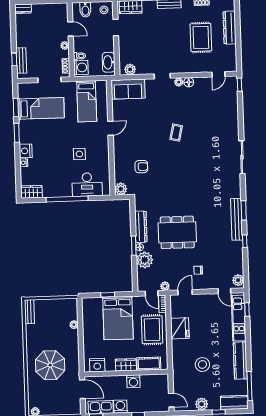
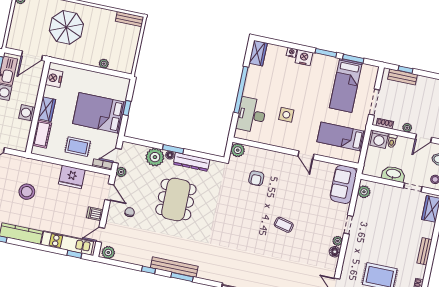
washbasin: (109, 62) -> (393, 174), moved
dishwasher: (207, 300) -> (95, 214), added
rug: (152, 330) -> (78, 147), width x0.73, depth x0.70

